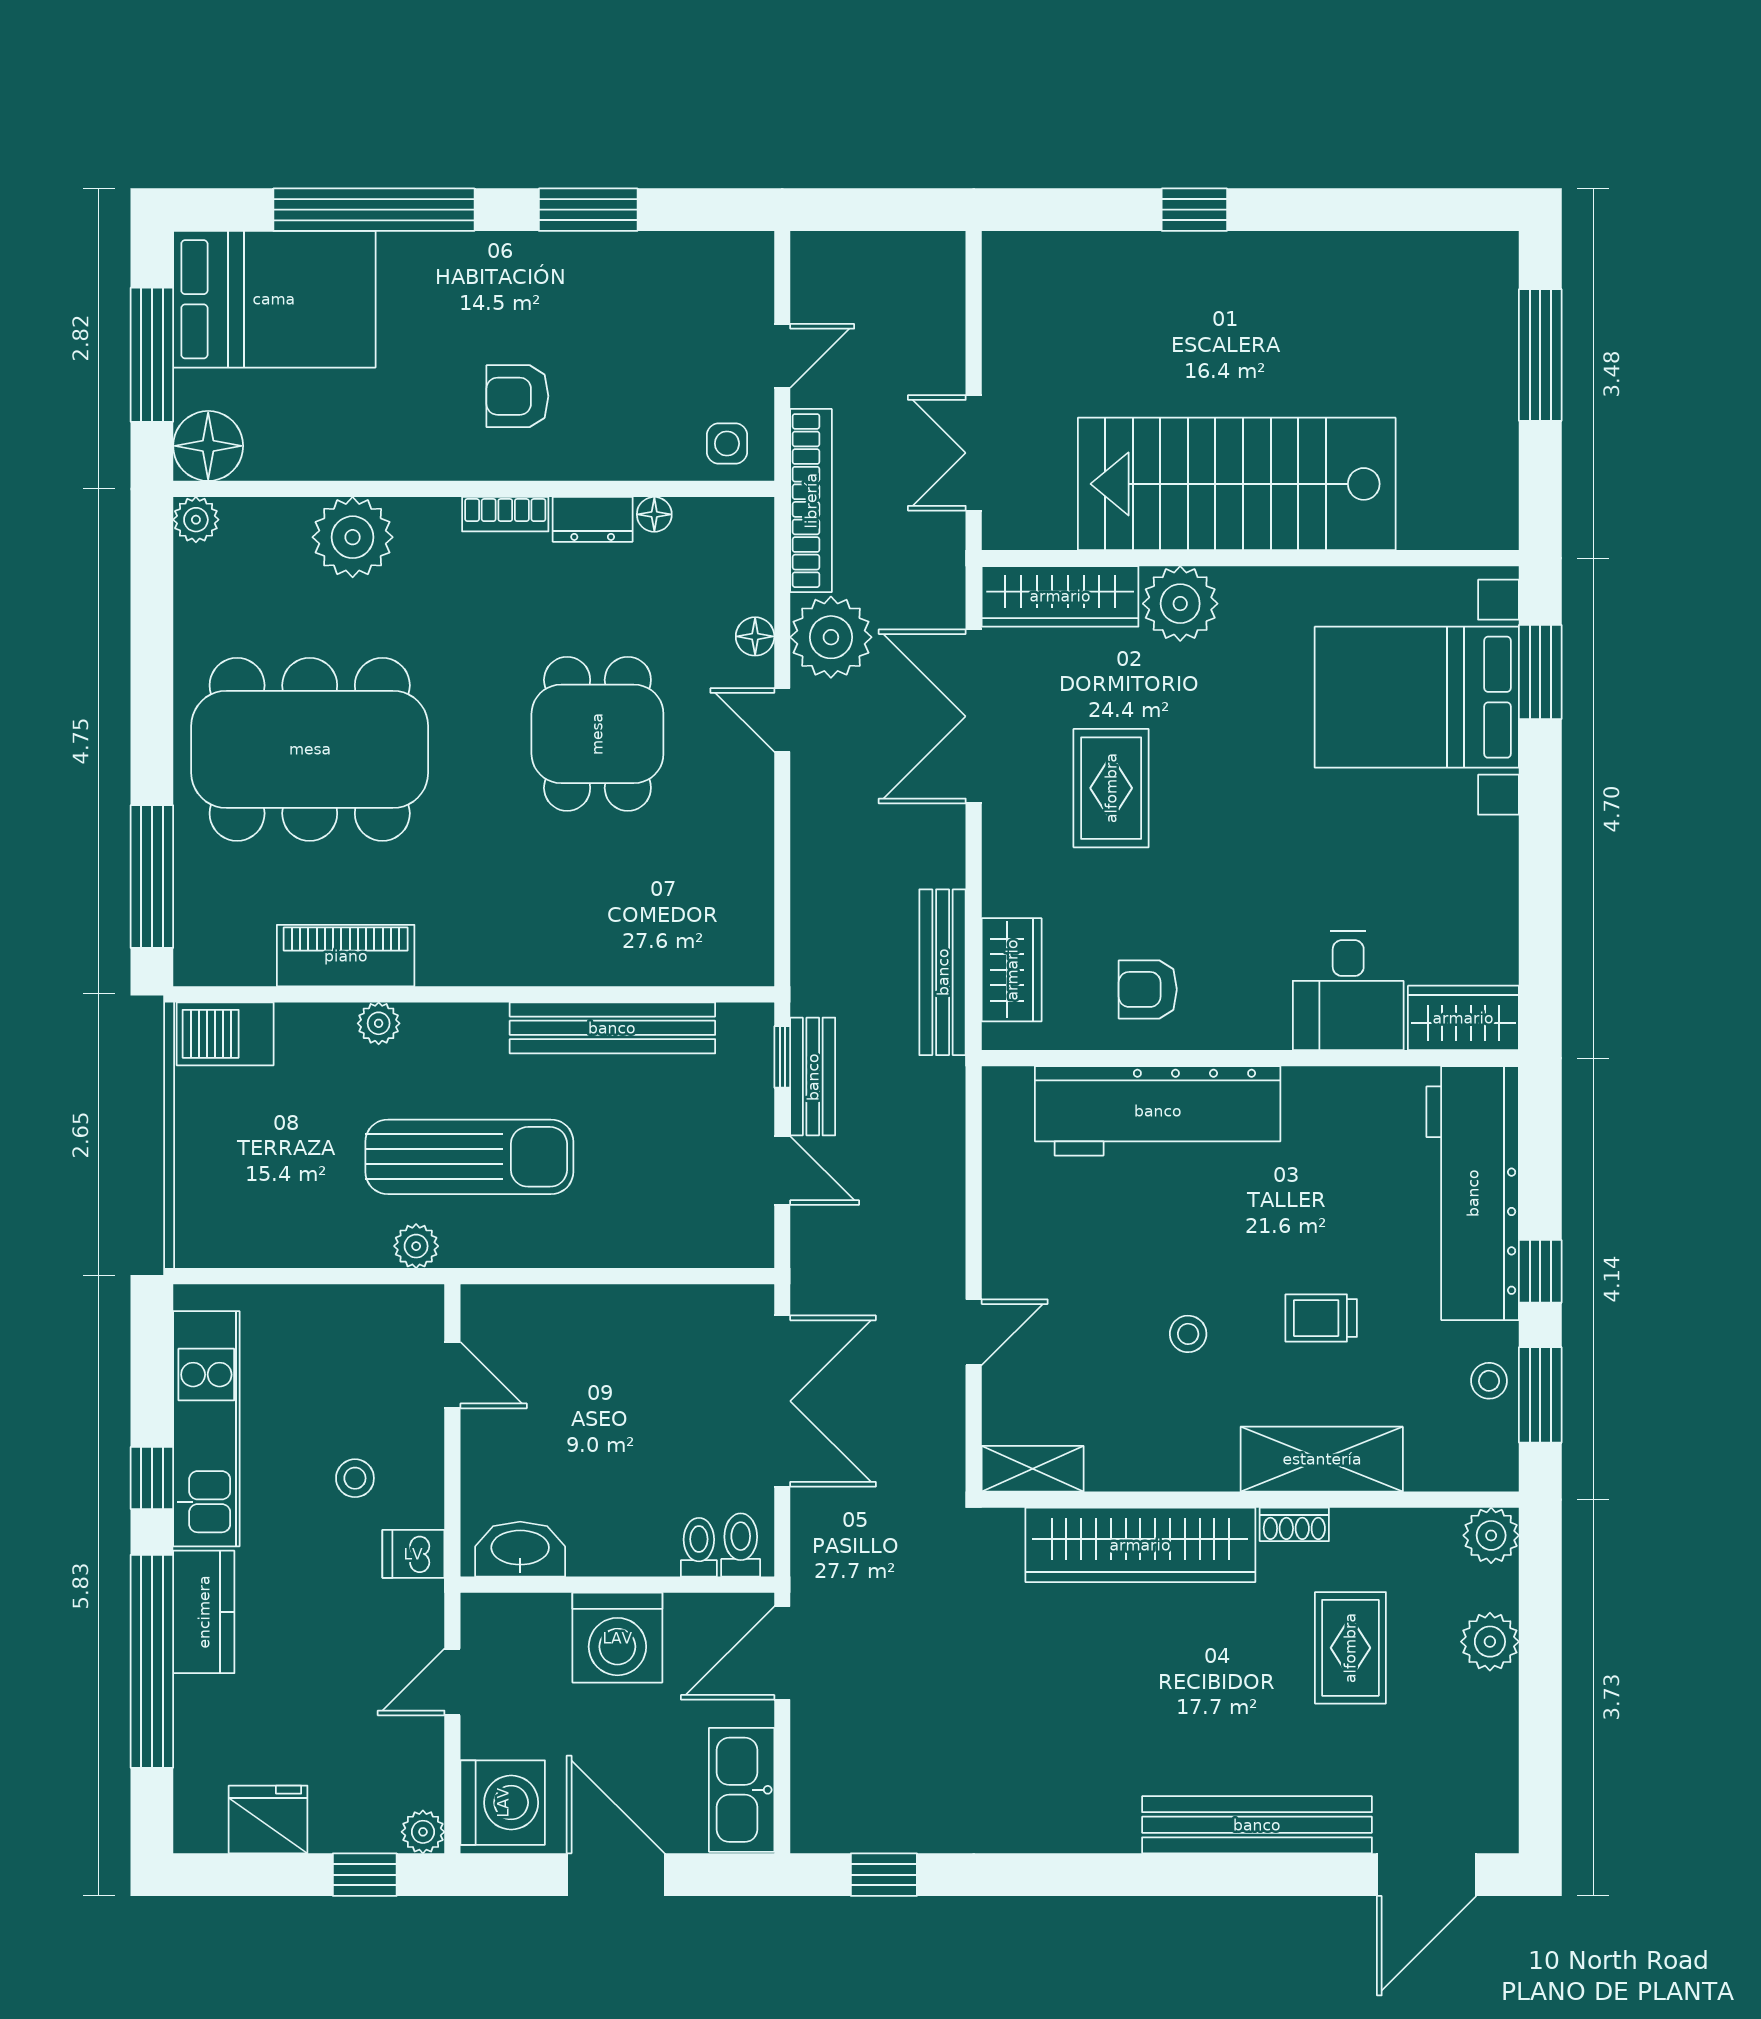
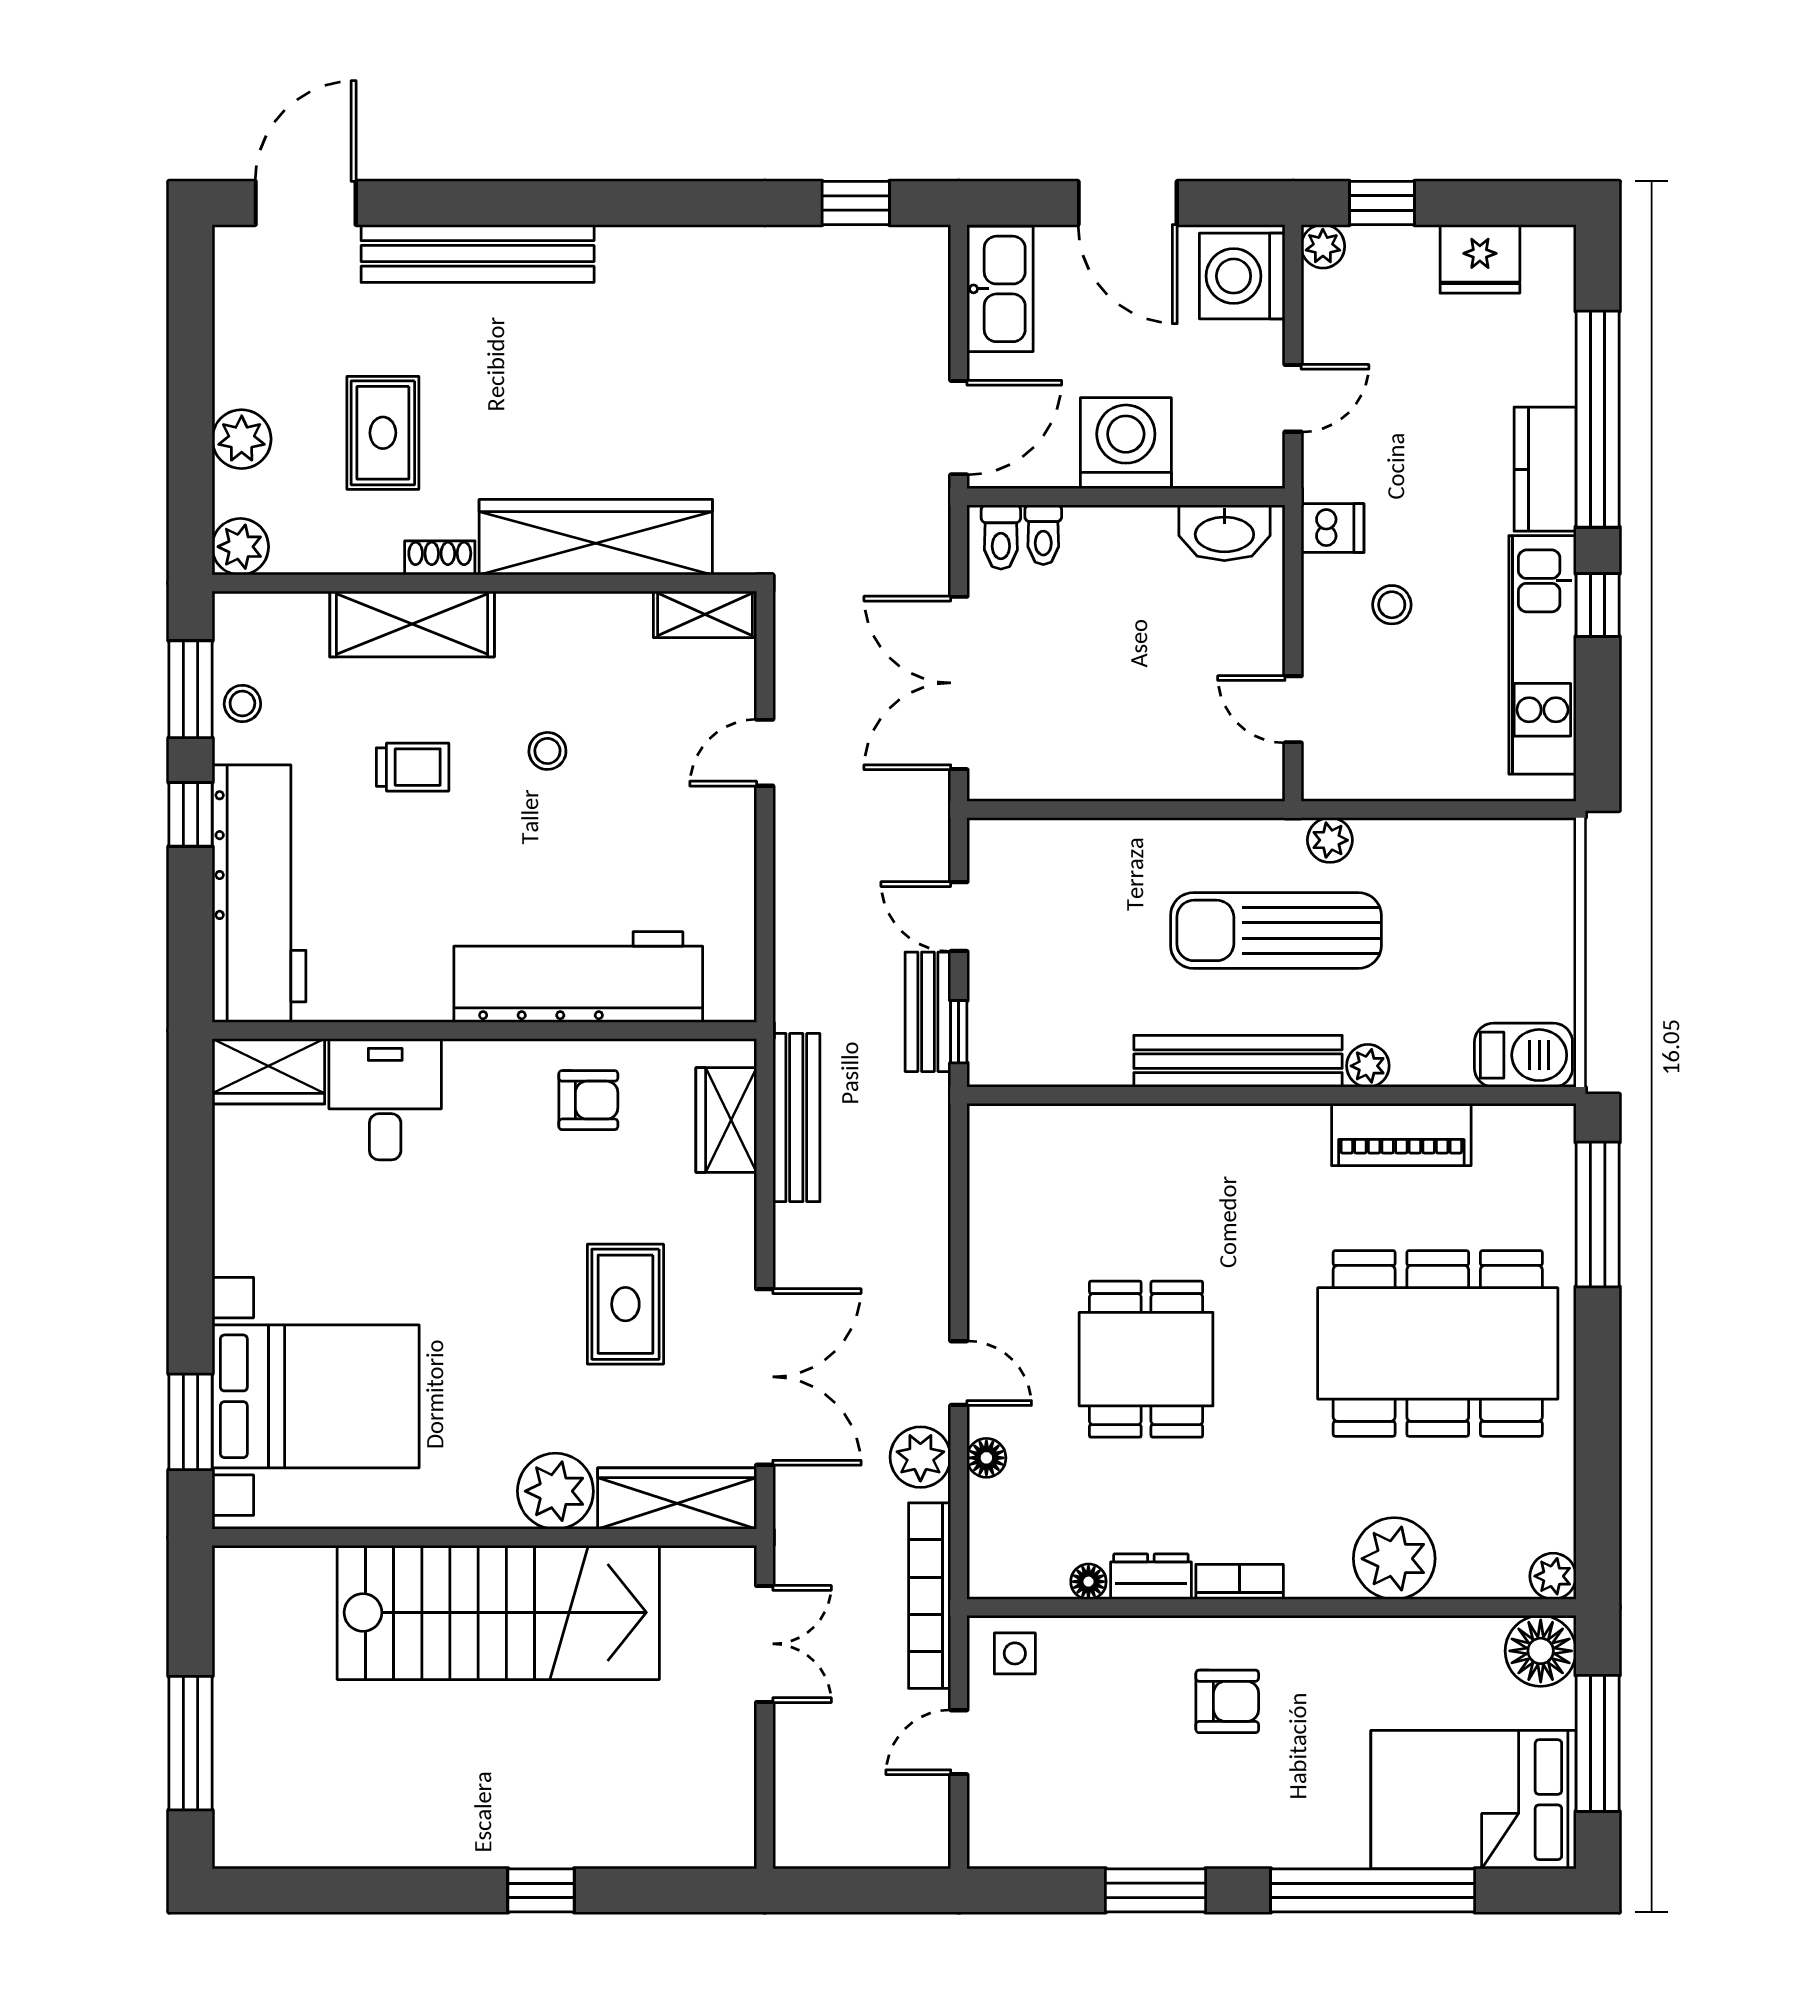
plant: (831, 637) -> (920, 1457), width x0.73, depth x0.73
bench: (612, 1028) -> (1238, 1061), moved

